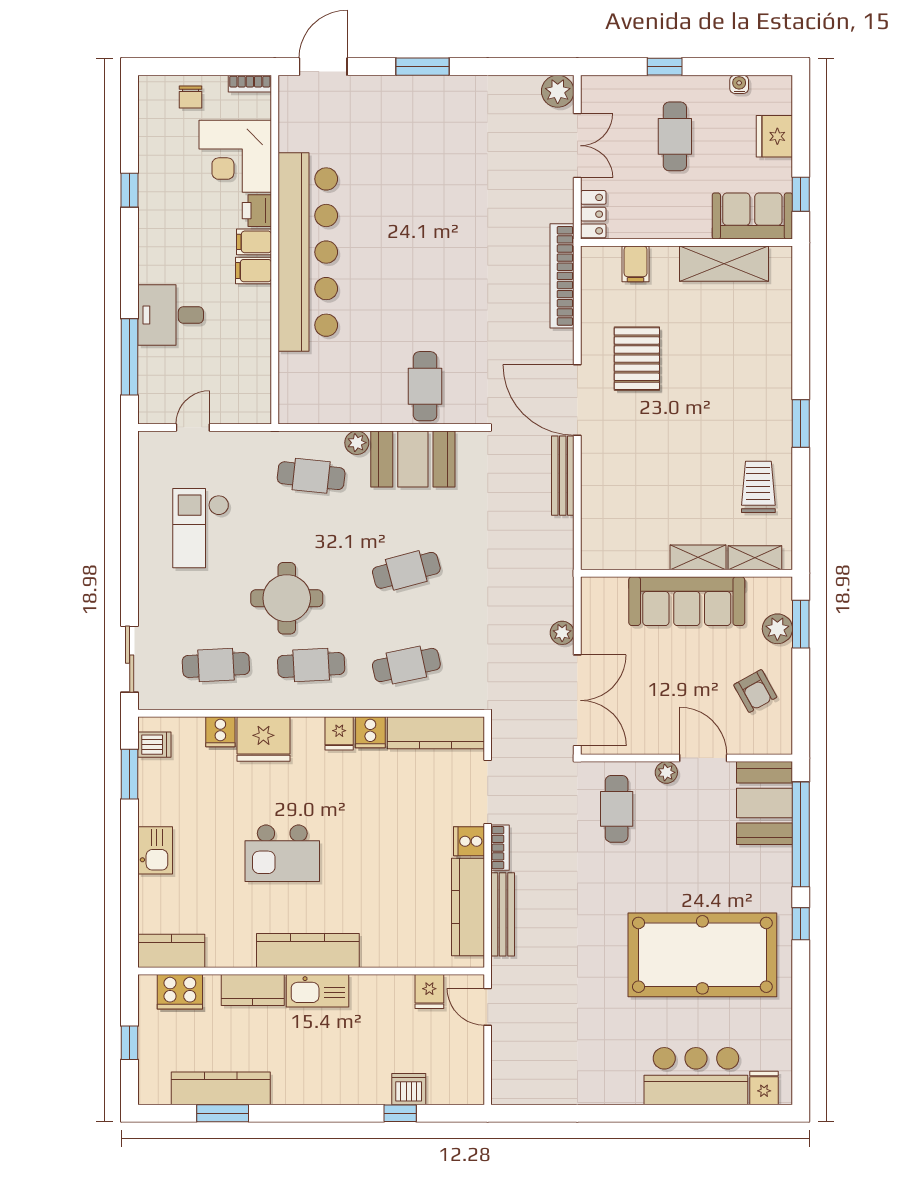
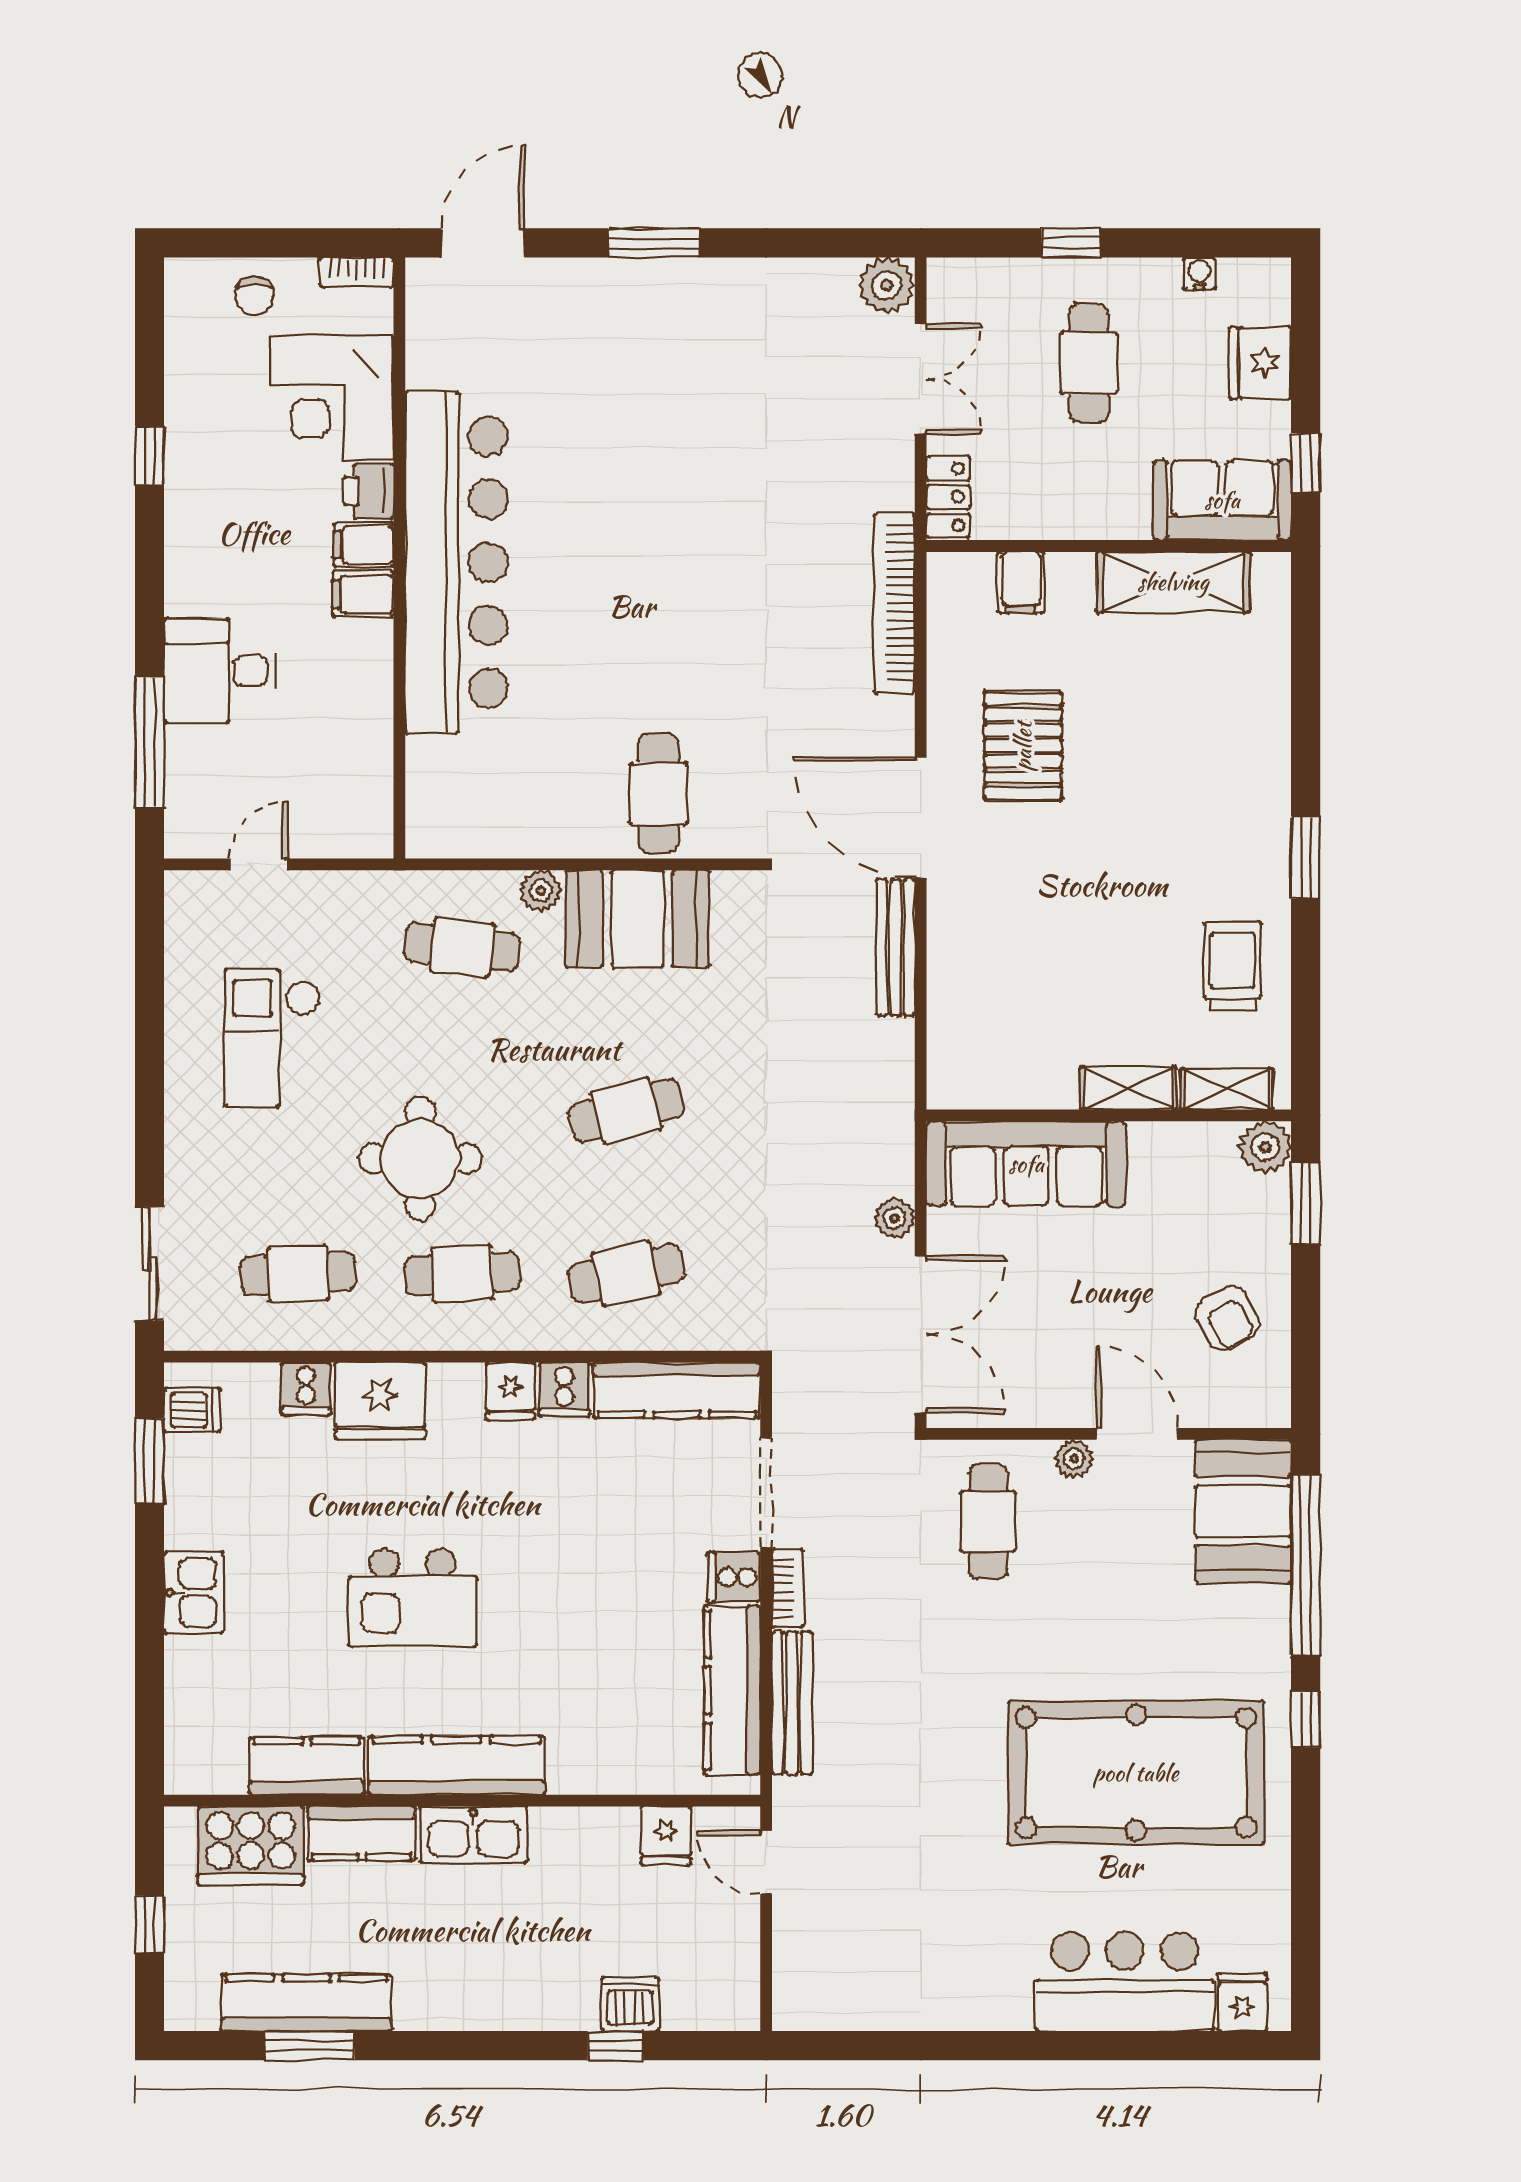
sofa: (687, 601) -> (1026, 1164), moved
plant: (777, 629) -> (1265, 1147), moved
kitchen counter: (171, 951) -> (307, 1766), moved
cooker: (180, 992) -> (251, 1846), width x1.37, depth x1.31

